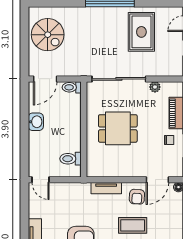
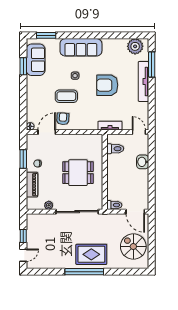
rug: (141, 32) -> (91, 254), moved, turned 90
door: (45, 79) -> (135, 212), swing flipped
washbasin: (36, 122) -> (143, 162), moved
tv unit: (106, 188) -> (110, 126), moved

